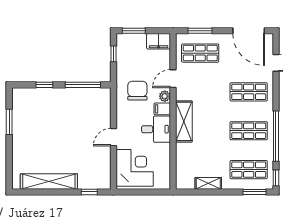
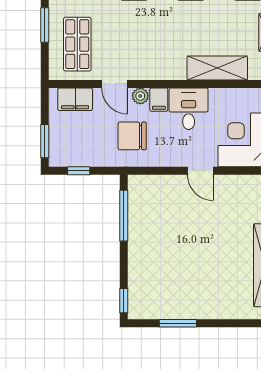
window: (200, 31) -> (45, 25), moved
filing cabinet: (159, 41) -> (75, 99), moved, turned 90
window: (44, 85) -> (124, 301), moved
shelving: (184, 121) -> (217, 68), moved

